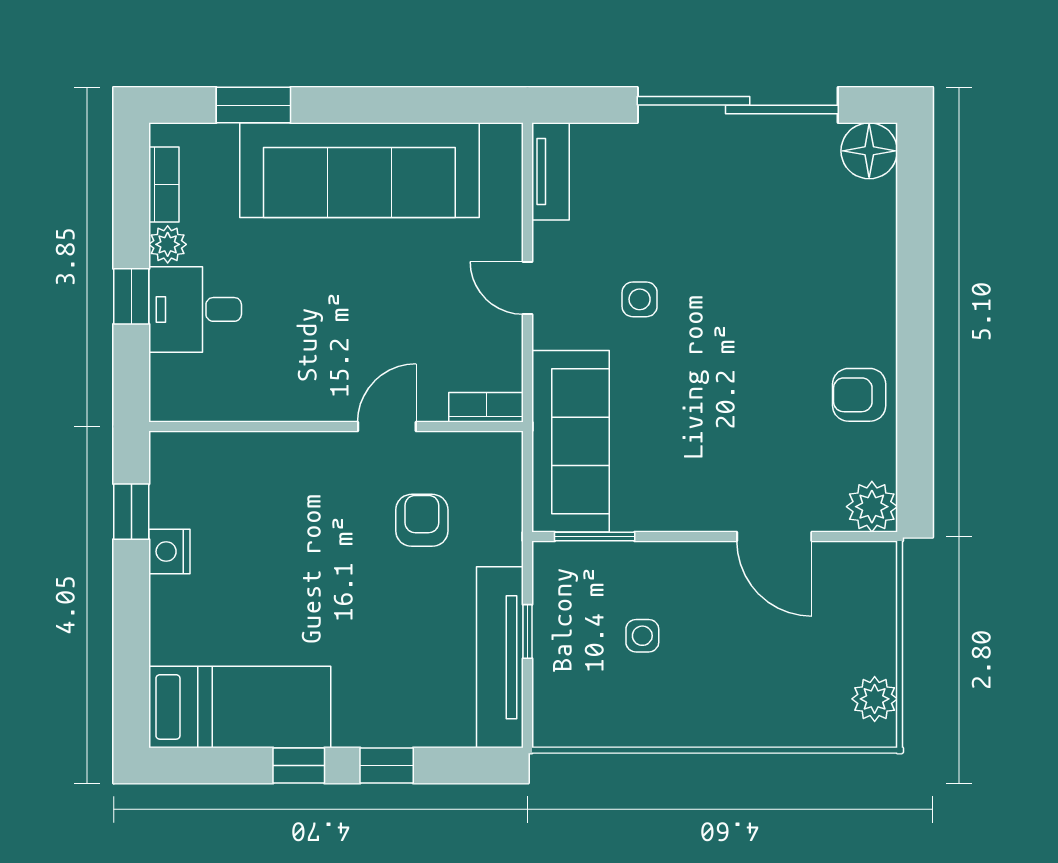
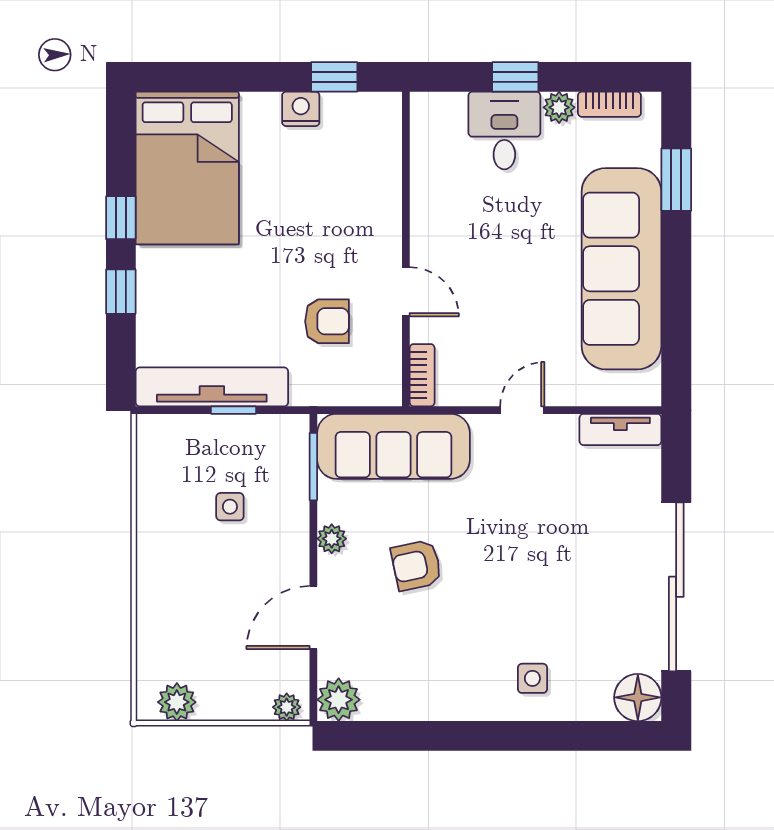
side table: (640, 299) -> (532, 678), moved
armchair: (859, 395) -> (416, 565), moved, turned -102
plant: (680, 515) -> (332, 539), added
plant: (881, 568) -> (287, 707), added
bed: (240, 707) -> (187, 168), width x1.50

